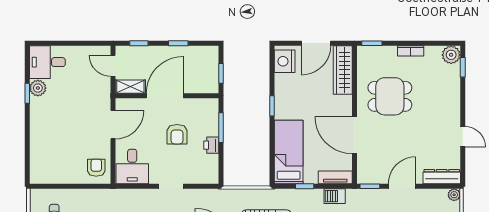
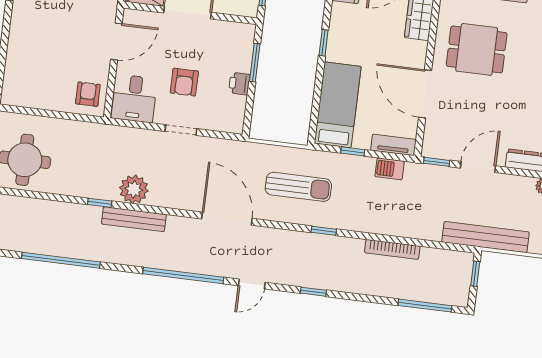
armchair: (177, 134) -> (184, 82), moved

